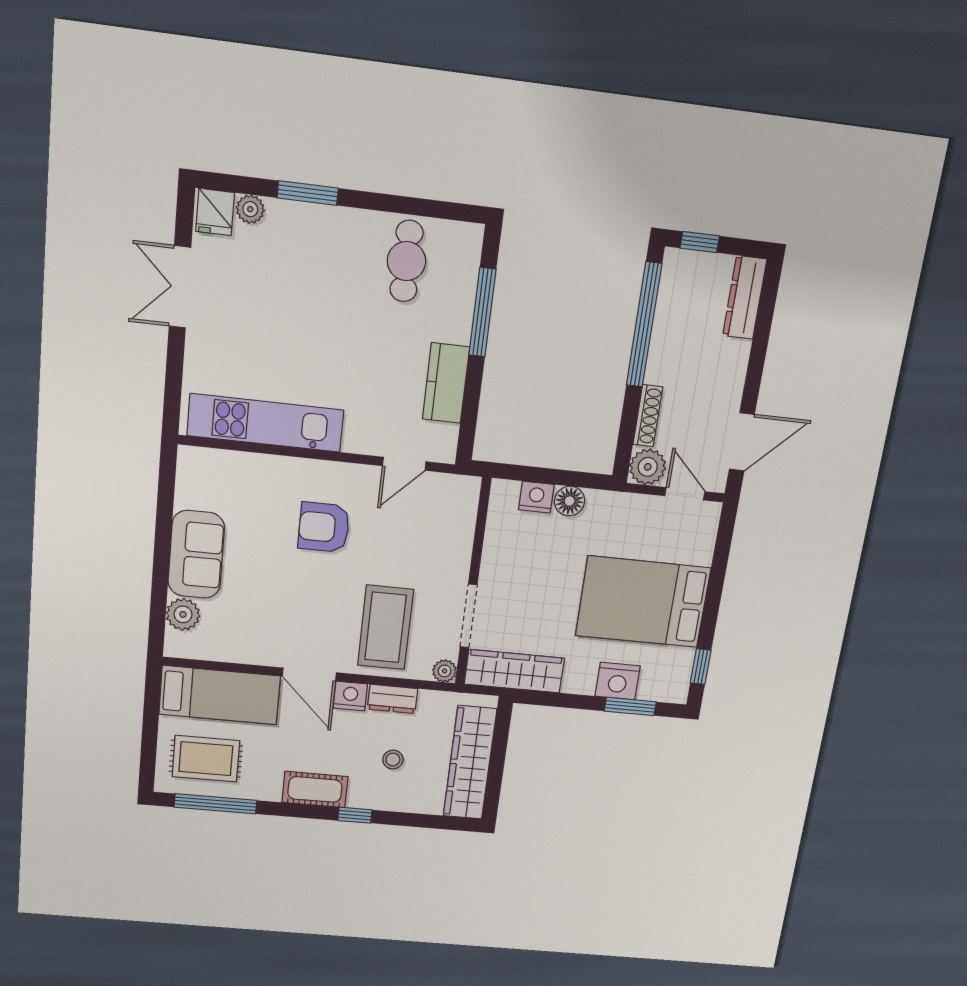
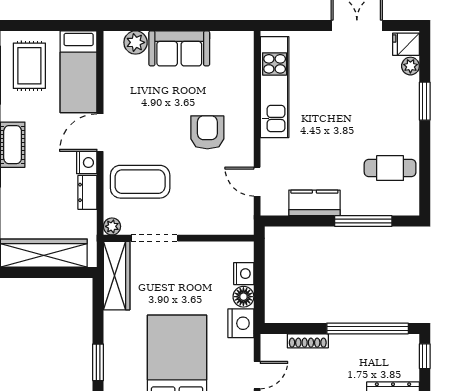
plant: (648, 467) -> (273, 346), removed
nightstand: (618, 681) -> (241, 323), moved, turned 180
stool: (393, 760) -> (41, 198), removed

